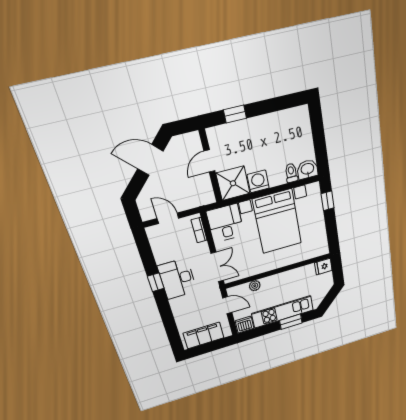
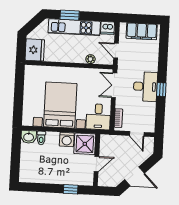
window: (328, 201) -> (18, 108), removed
fridge: (323, 267) -> (35, 50), width x1.88, depth x1.34

